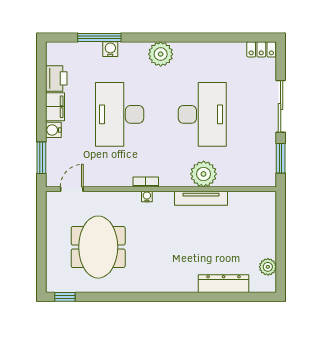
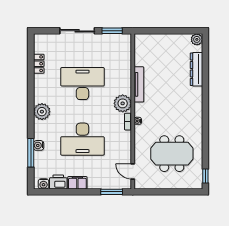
locker: (261, 49) -> (39, 64), moved
water cooler: (53, 130) -> (44, 184), moved
plant: (204, 174) -> (123, 103), moved
plant: (268, 267) -> (197, 39), moved

